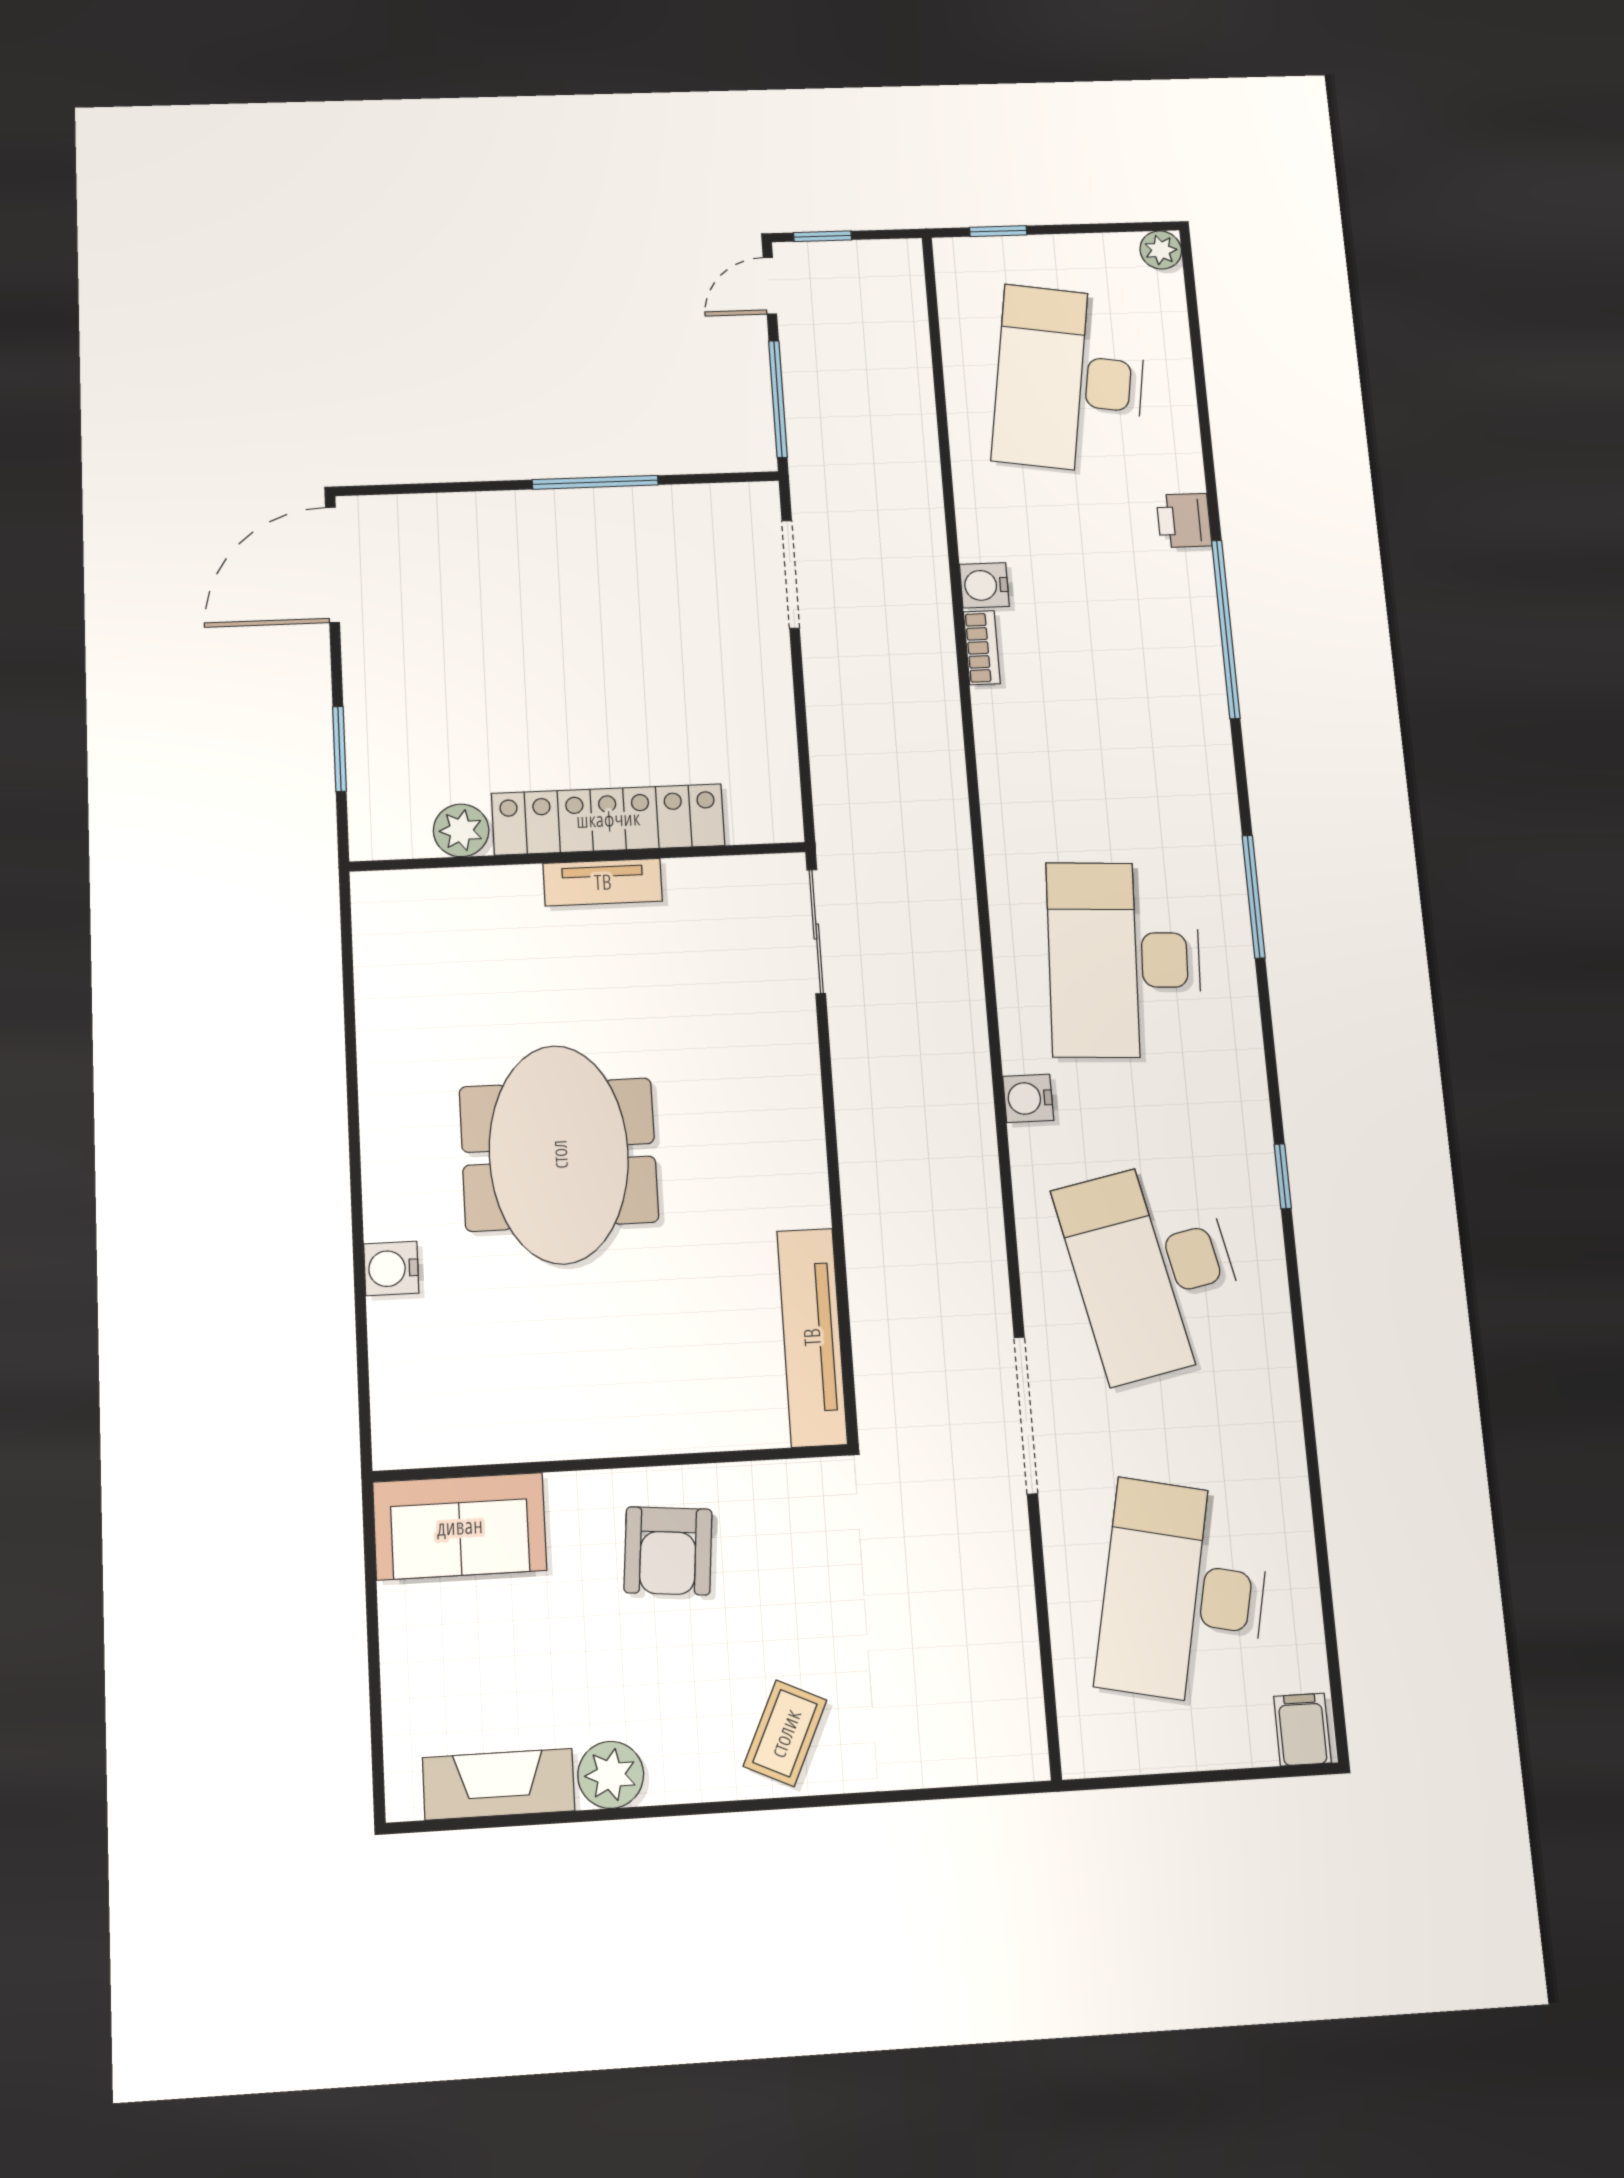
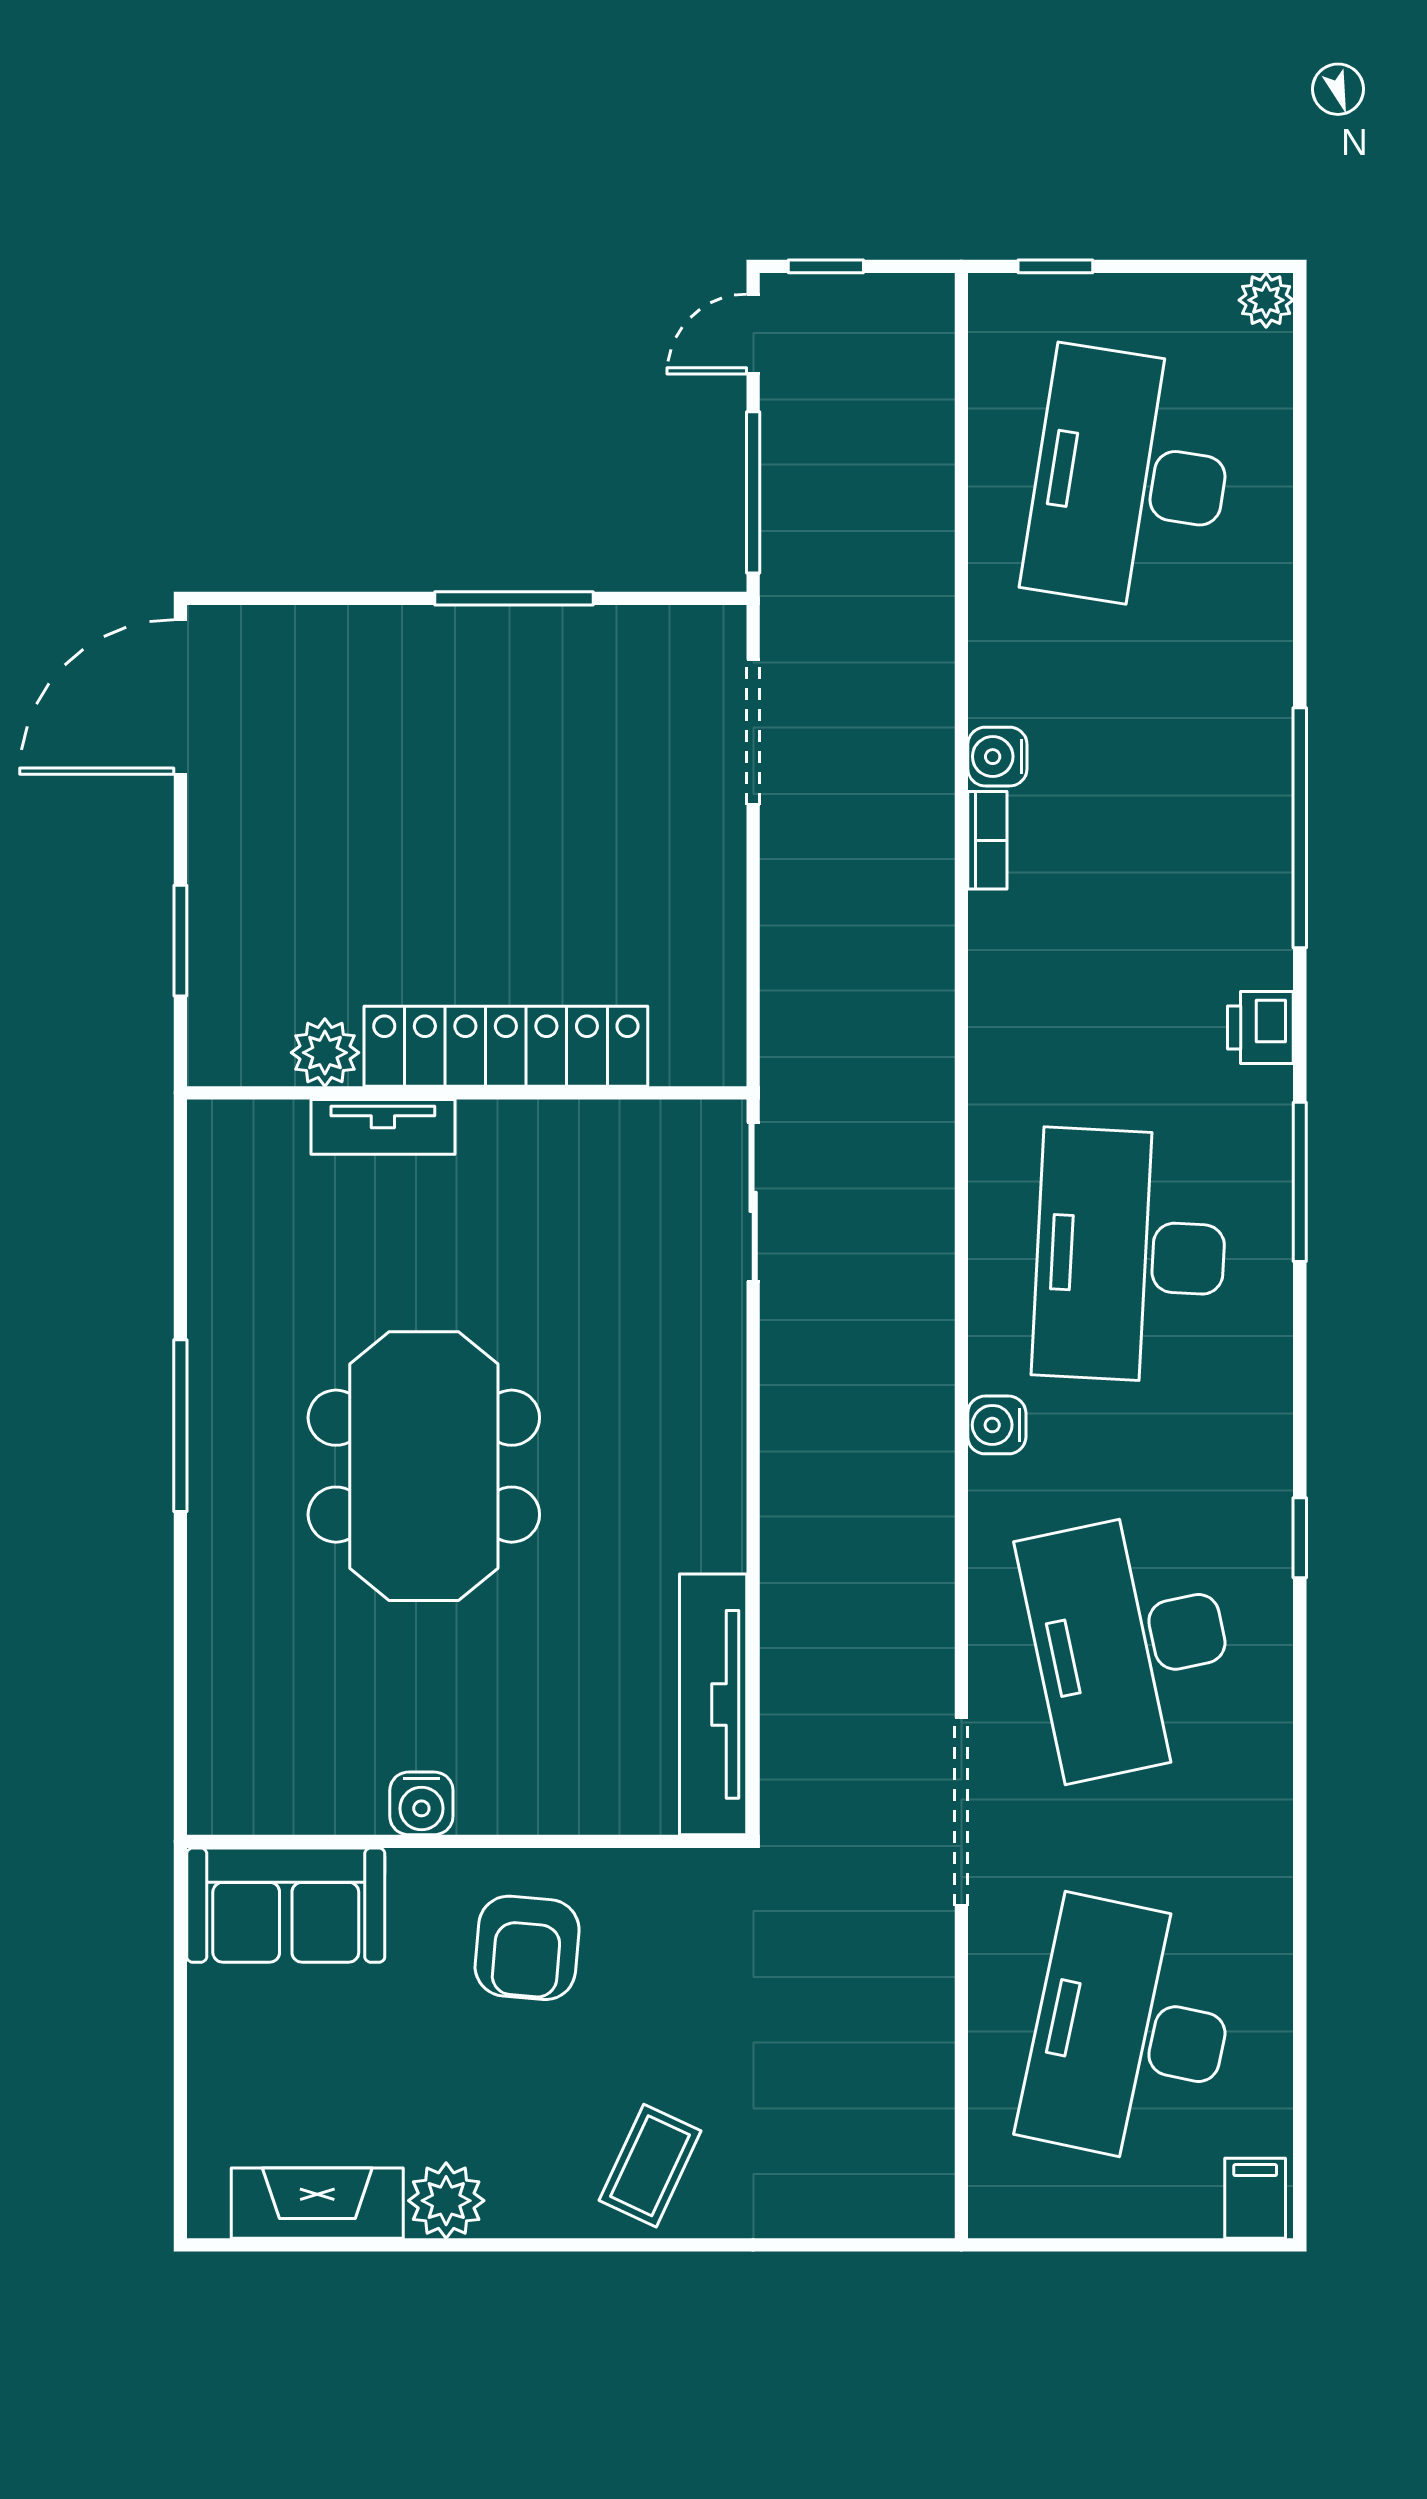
printer: (1184, 521) -> (1260, 1027), moved
tv unit: (603, 882) -> (383, 1127), moved
window: (354, 1131) -> (180, 1426), added
water cooler: (391, 1268) -> (421, 1803), moved, turned -90

